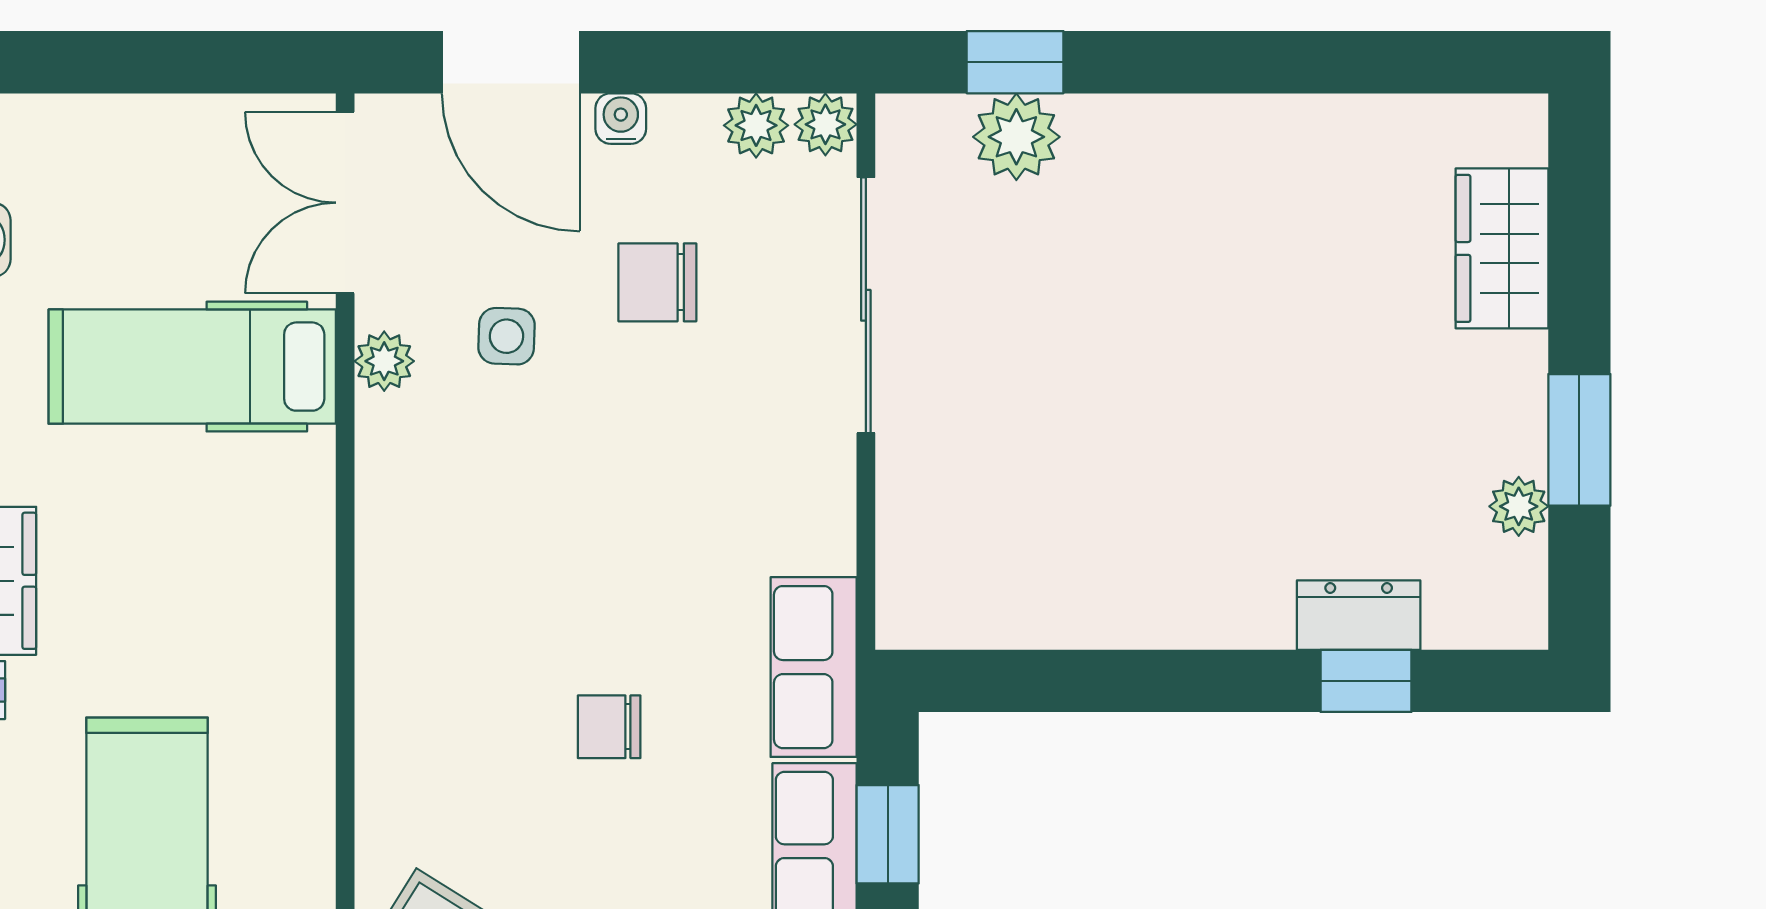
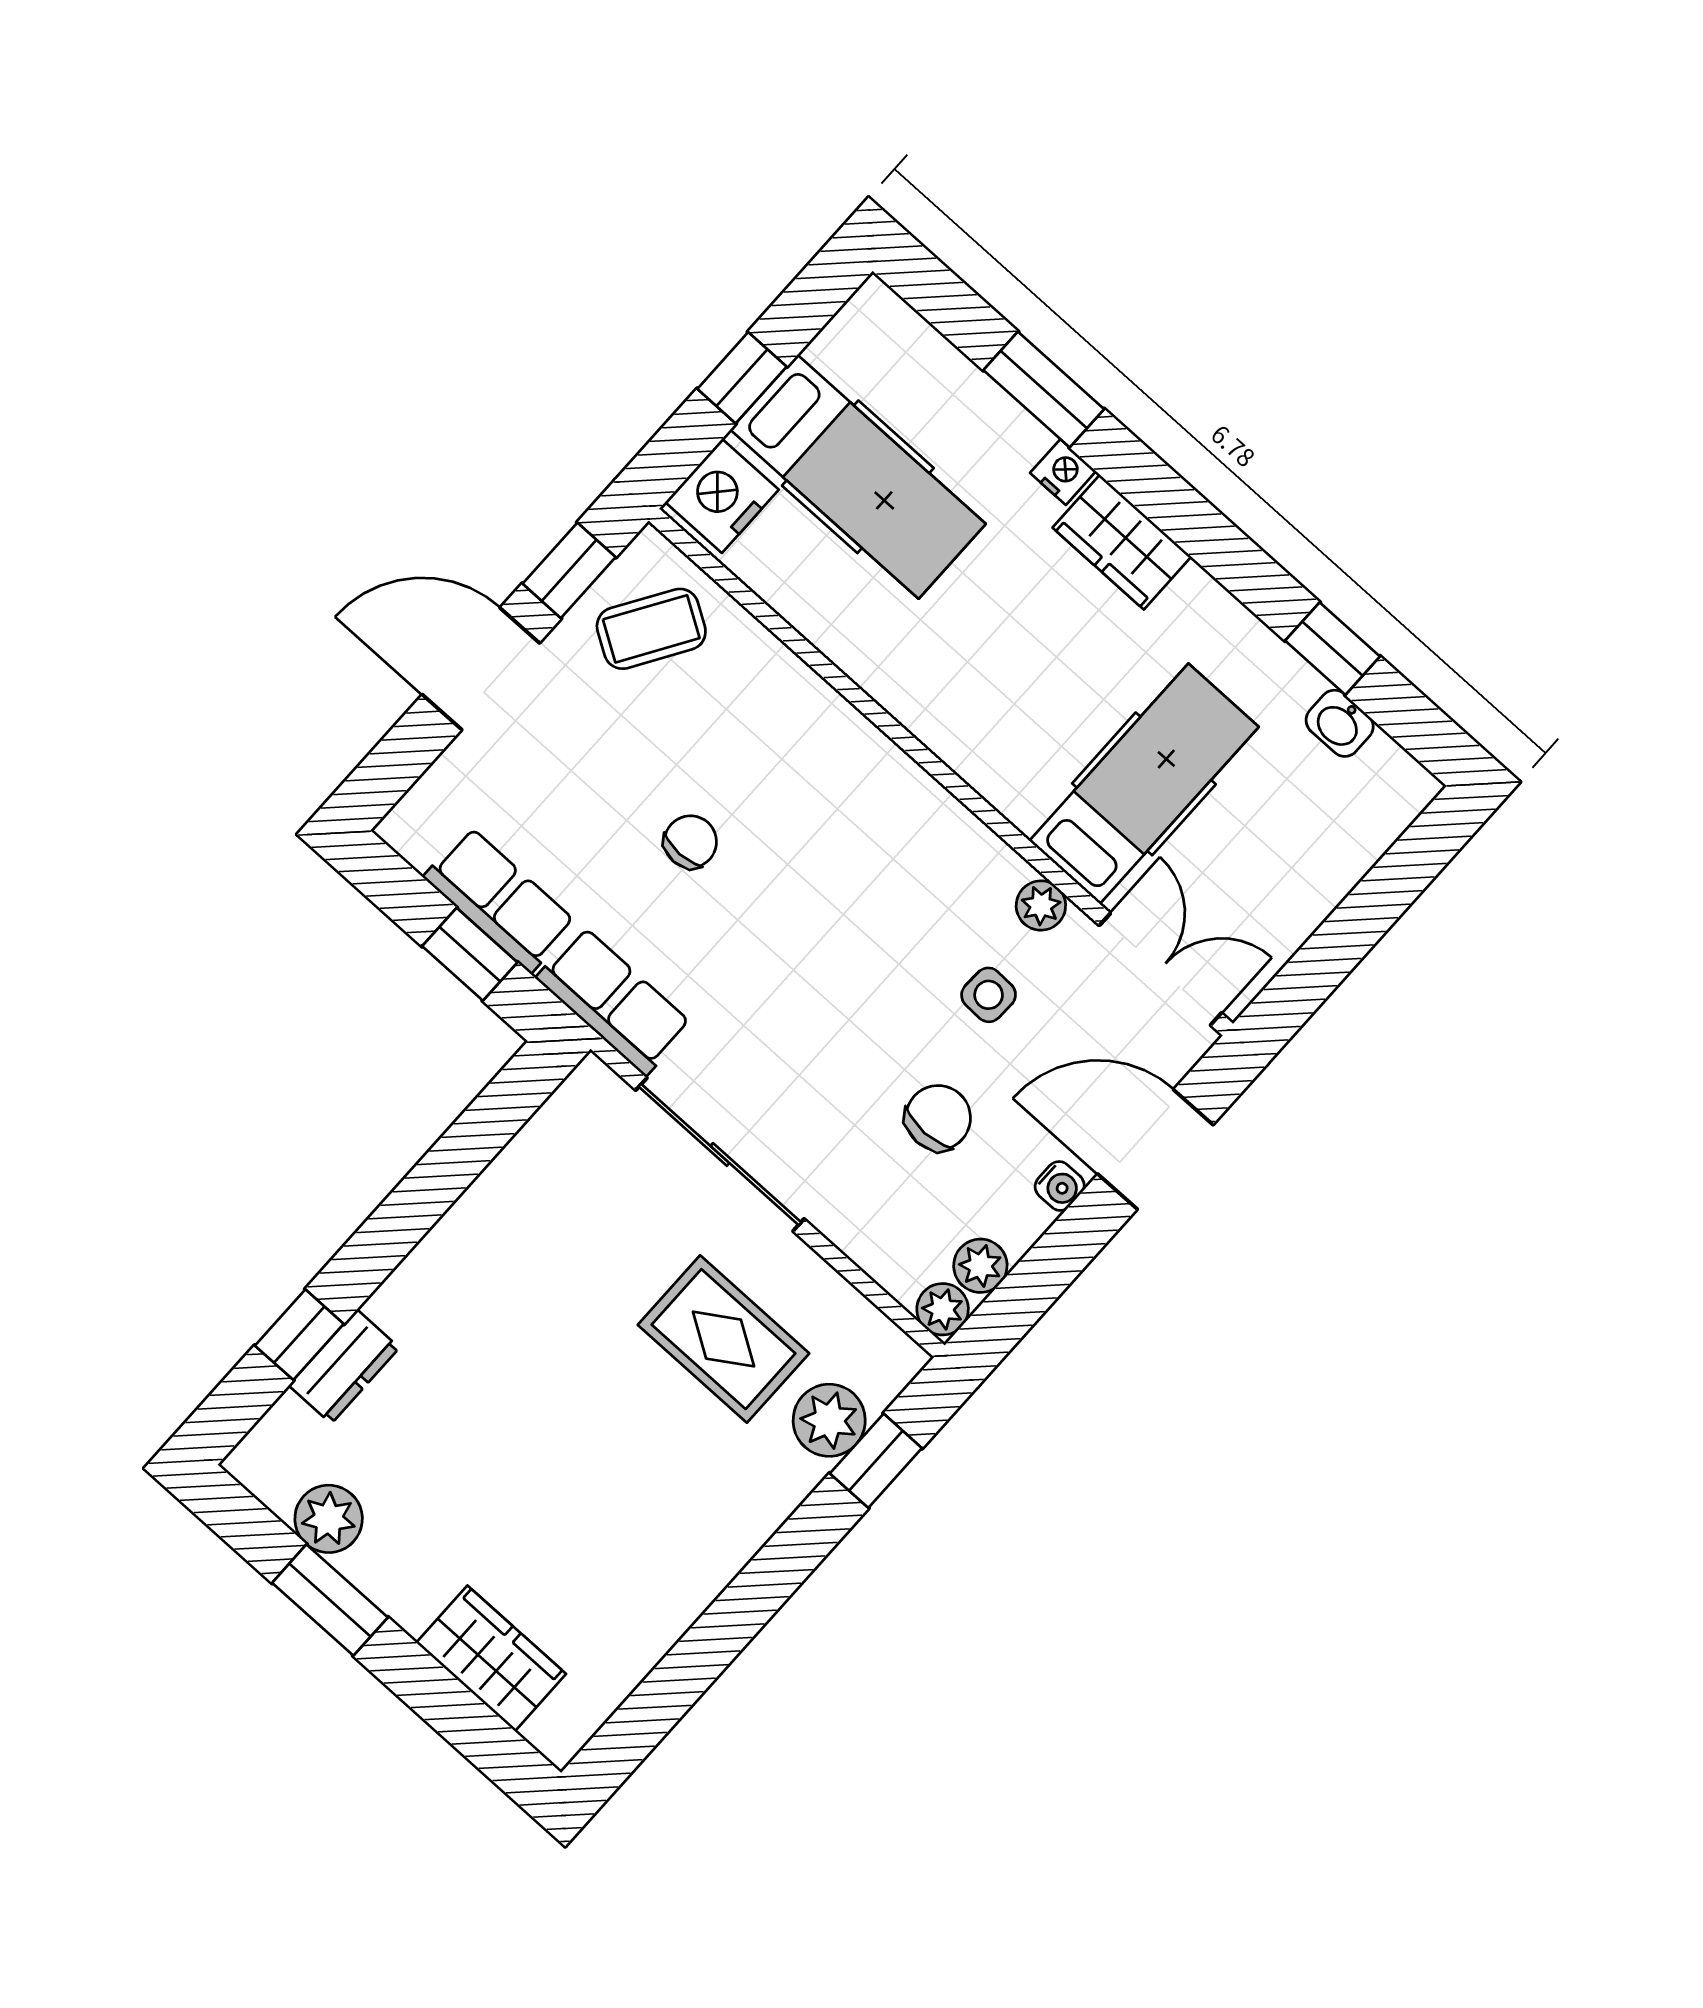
rug: (1029, 297) -> (724, 1339), added
sliding door: (866, 305) -> (720, 1154), moved
plant: (1519, 506) -> (329, 1519), width x1.38, depth x1.38

